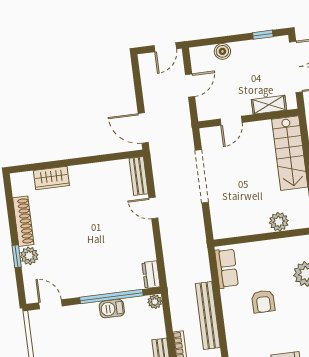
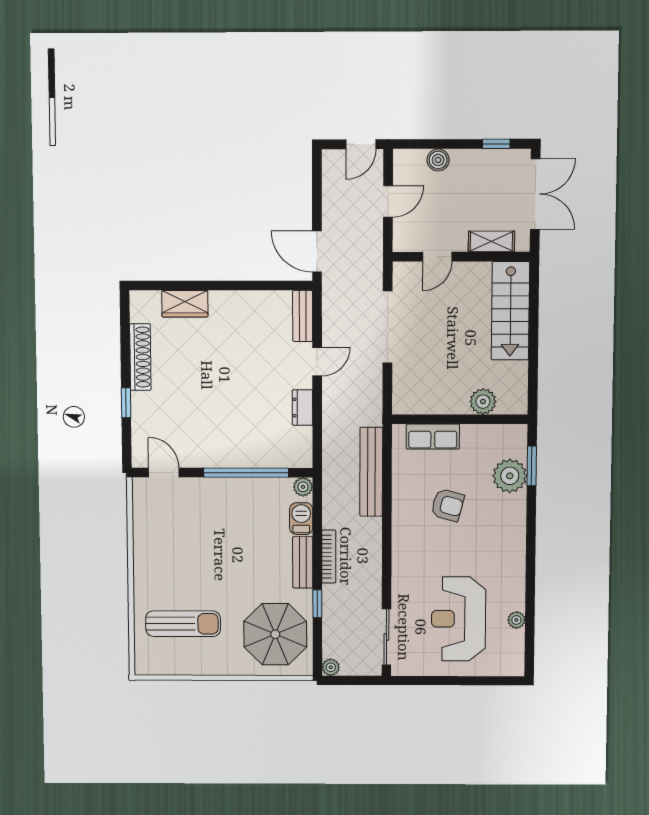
door: (153, 208) -> (317, 362), swing flipped
plant: (29, 256) -> (143, 404), removed
row of seats: (226, 268) -> (433, 437), moved, turned 90
dresser: (151, 275) -> (302, 407), moved
armchair: (263, 301) -> (447, 505), turned -75
barbecue: (112, 309) -> (301, 519), moved, turned 90
bench: (208, 315) -> (371, 472), moved

